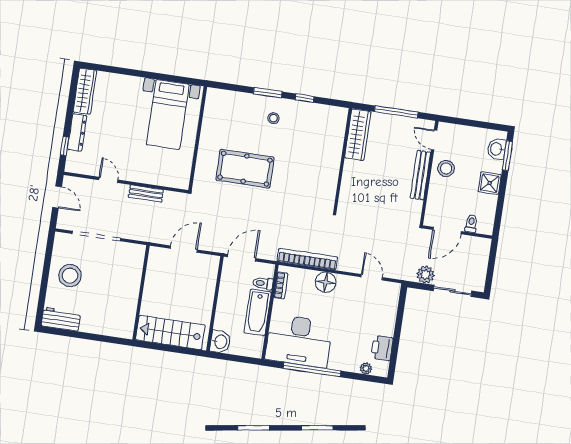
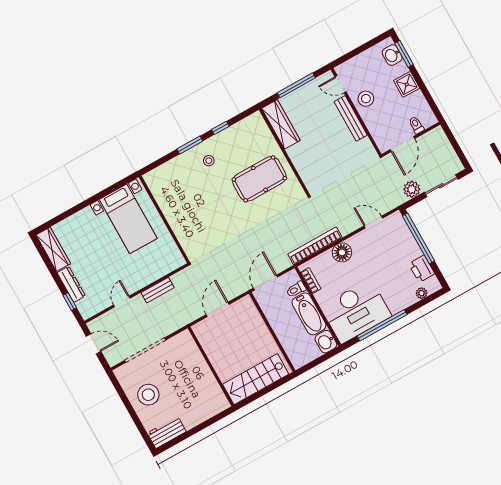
pool table: (245, 169) -> (259, 179), moved
door: (108, 180) -> (122, 302), hinge flipped
window: (399, 320) -> (418, 238), added
washbasin: (220, 342) -> (326, 342), moved, turned 180

